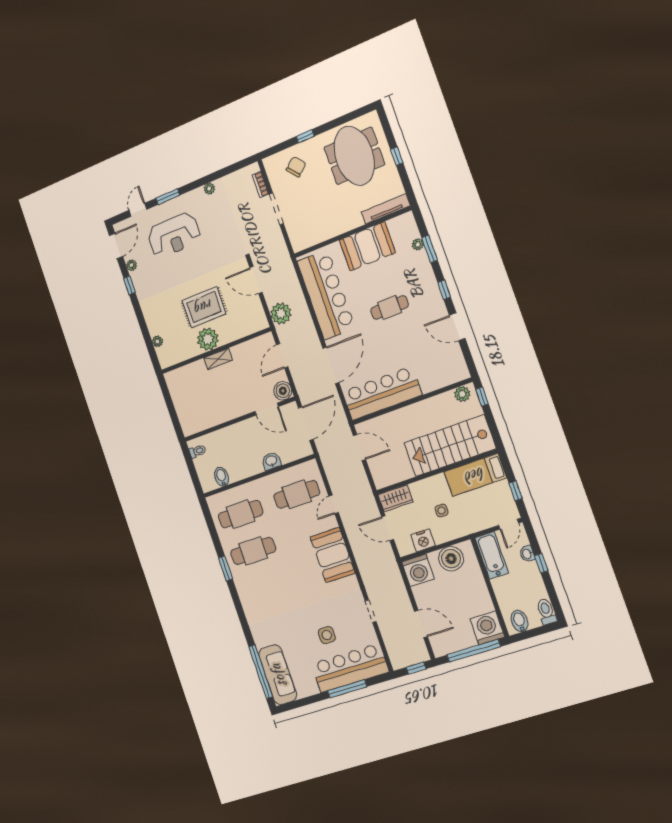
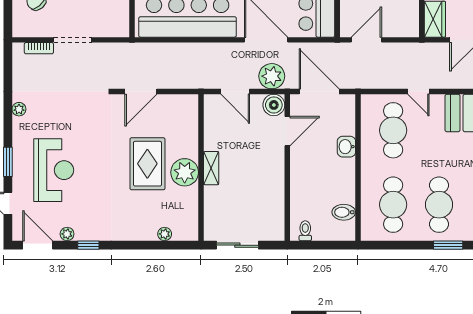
plant: (281, 313) -> (272, 76), moved
sliding door: (169, 402) -> (237, 245), added

